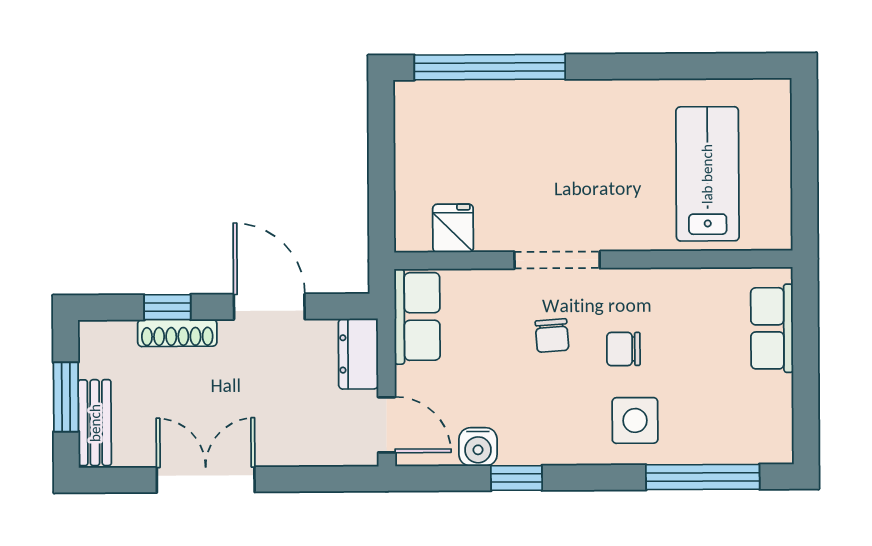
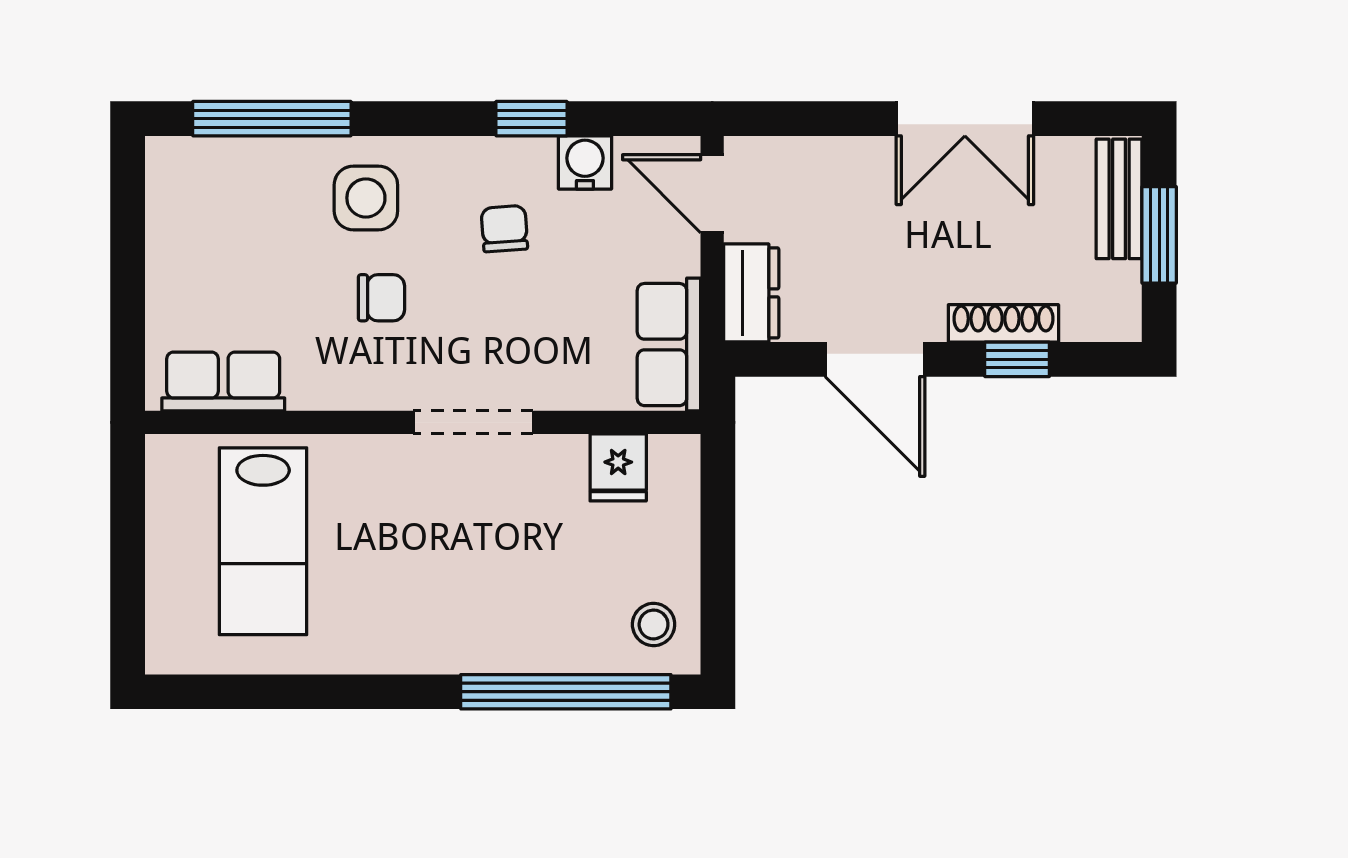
stool: (427, 116) -> (654, 624), added
row of seats: (772, 328) -> (223, 382), moved, turned -90
chair: (552, 336) -> (504, 229), moved

